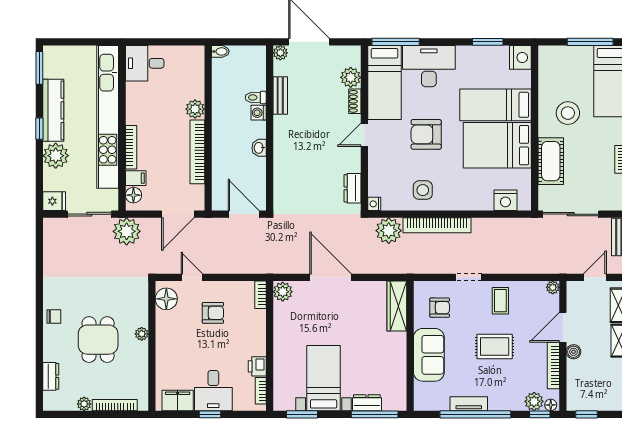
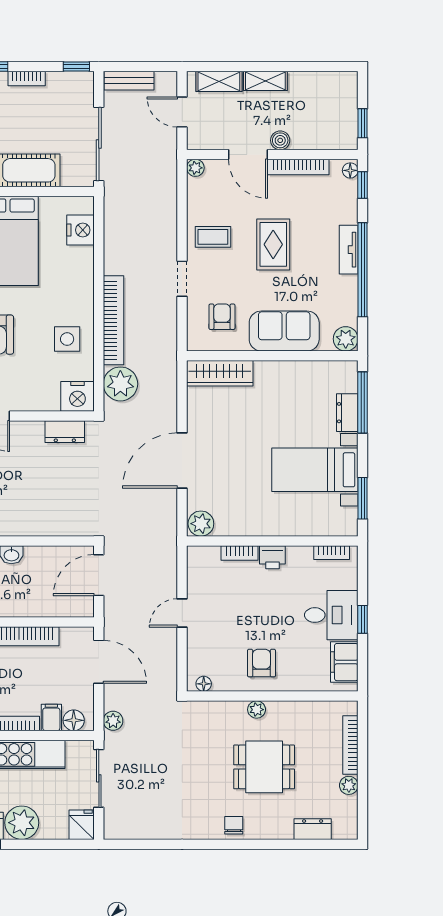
nightstand: (374, 204) -> (77, 396), width x1.89, depth x1.79
plant: (127, 231) -> (113, 721), width x0.53, depth x0.53
door: (192, 277) -> (182, 613), moved
bookcase: (260, 295) -> (239, 553), moved
floor lamp: (166, 299) -> (204, 684), width x0.53, depth x0.53
armchair: (213, 313) -> (261, 663), moved
printer: (257, 366) -> (272, 557), moved
plant: (534, 401) -> (346, 339), moved
tv unit: (469, 404) -> (349, 250), moved

